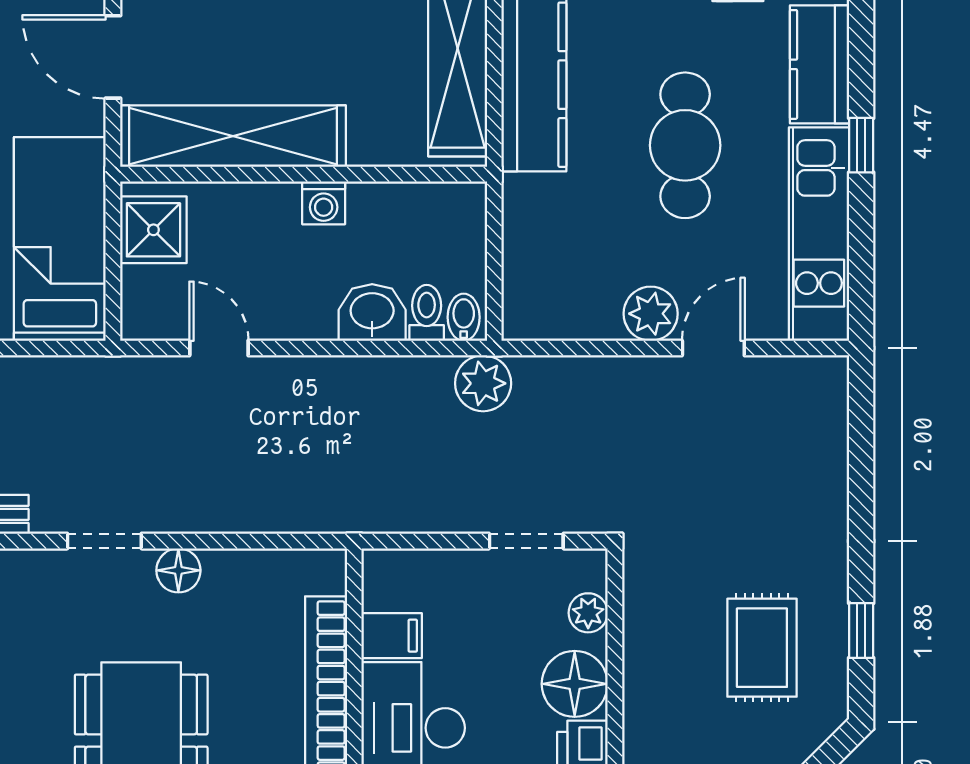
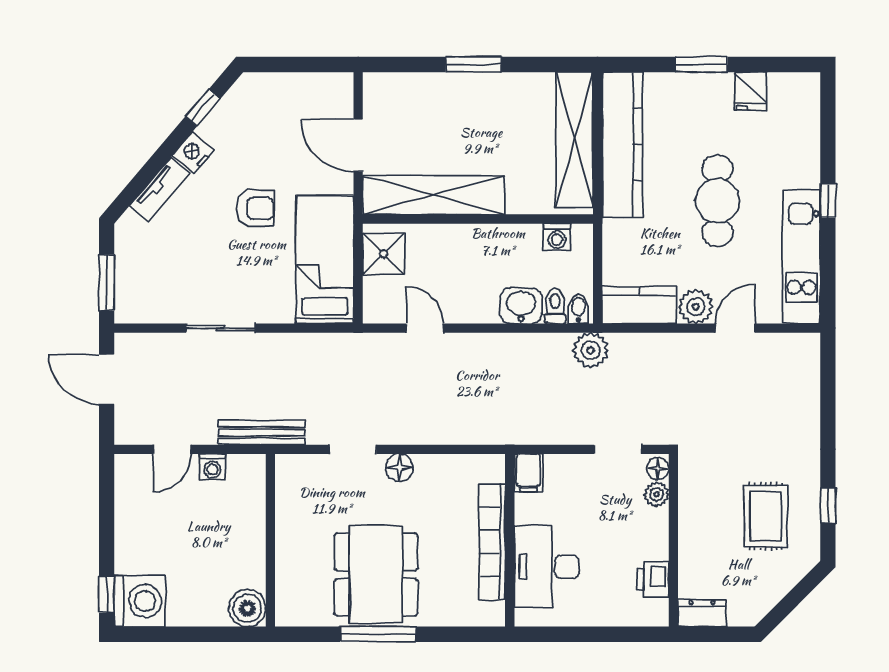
kitchen counter: (819, 64) -> (639, 305), moved, turned 90
washing machine: (324, 203) -> (557, 237), moved
filing cabinet: (392, 636) -> (528, 473), moved, turned 90
floor lamp: (575, 684) -> (658, 469), moved, width x0.53, depth x0.53

